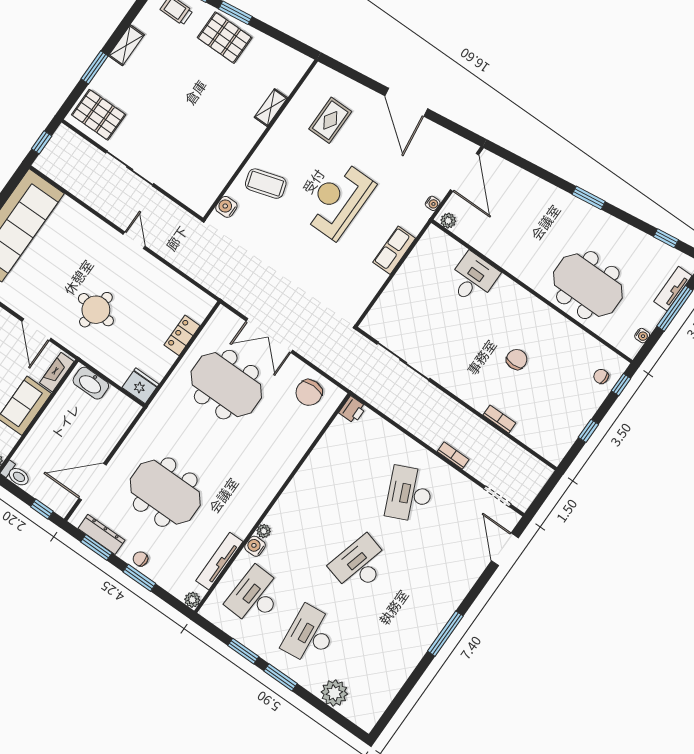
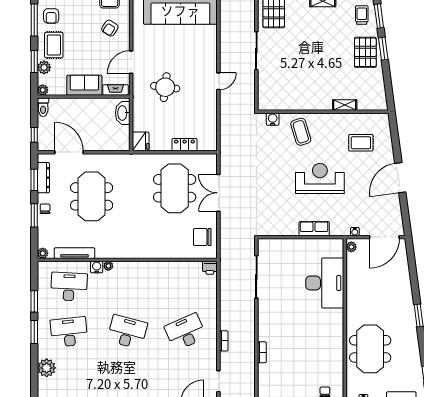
desk: (473, 278) -> (325, 283), width x1.87, depth x1.30
chair: (517, 359) -> (301, 339), removed

